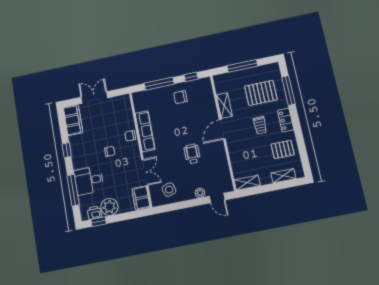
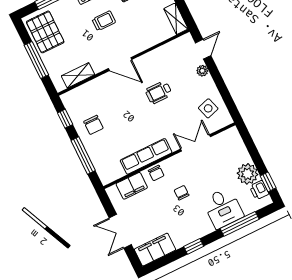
pallet: (261, 93) -> (45, 32), moved
shelving: (224, 106) -> (78, 75), moved
filing cabinet: (141, 198) -> (132, 186), moved

